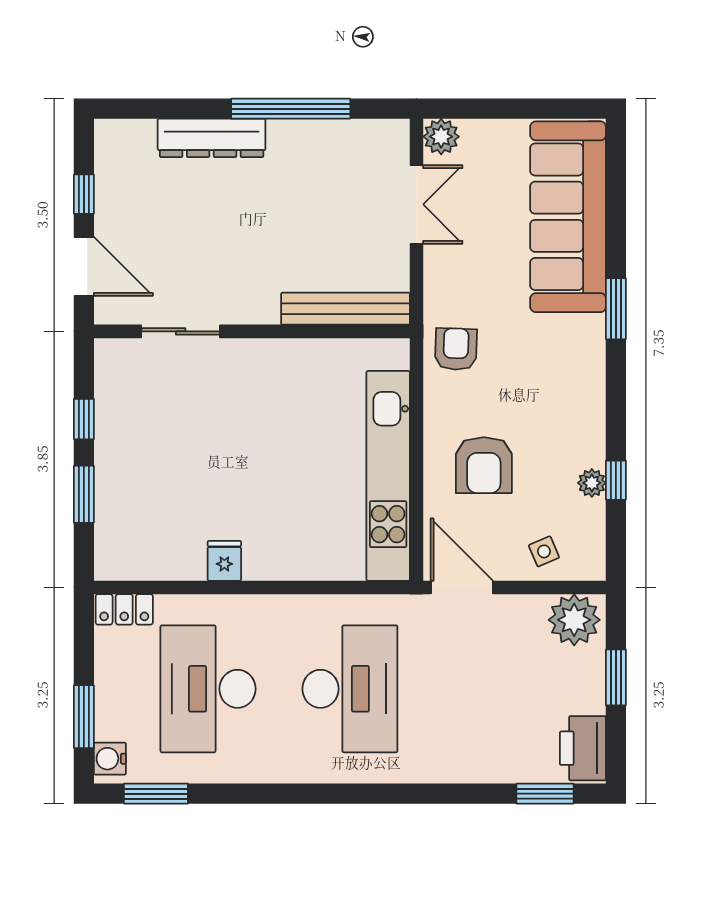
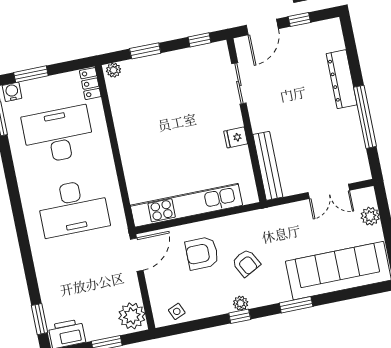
plant: (441, 137) -> (370, 216), moved
armchair: (456, 349) -> (246, 263), moved, turned 60
window: (84, 419) -> (200, 40), moved
window: (616, 480) -> (240, 316), moved
plant: (592, 483) -> (241, 303), moved
side table: (544, 551) -> (177, 311), moved
plant: (108, 561) -> (114, 70), added
fridge: (224, 561) -> (236, 137), moved, turned 180

